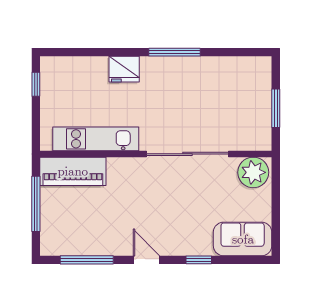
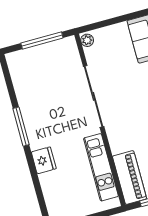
window: (276, 108) -> (42, 41), width x1.44
plant: (253, 172) -> (87, 40), width x0.53, depth x0.53

